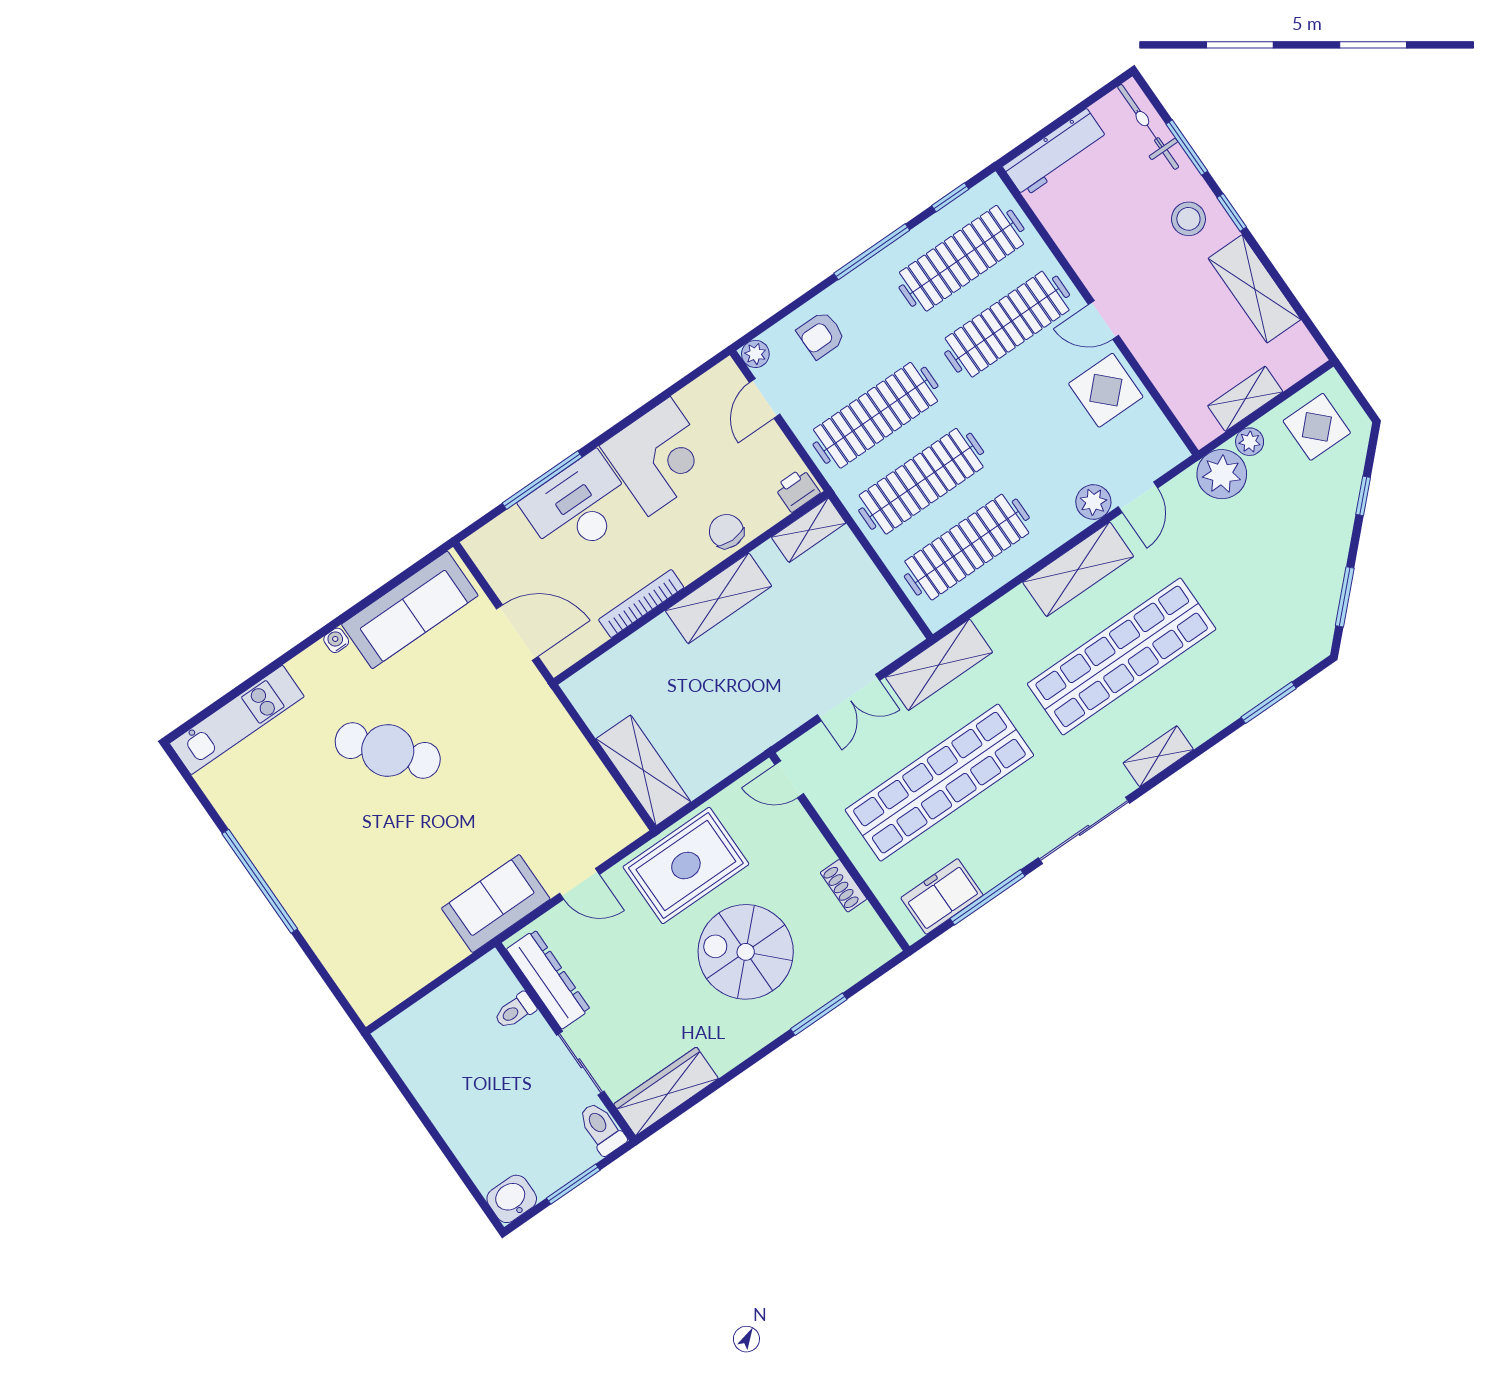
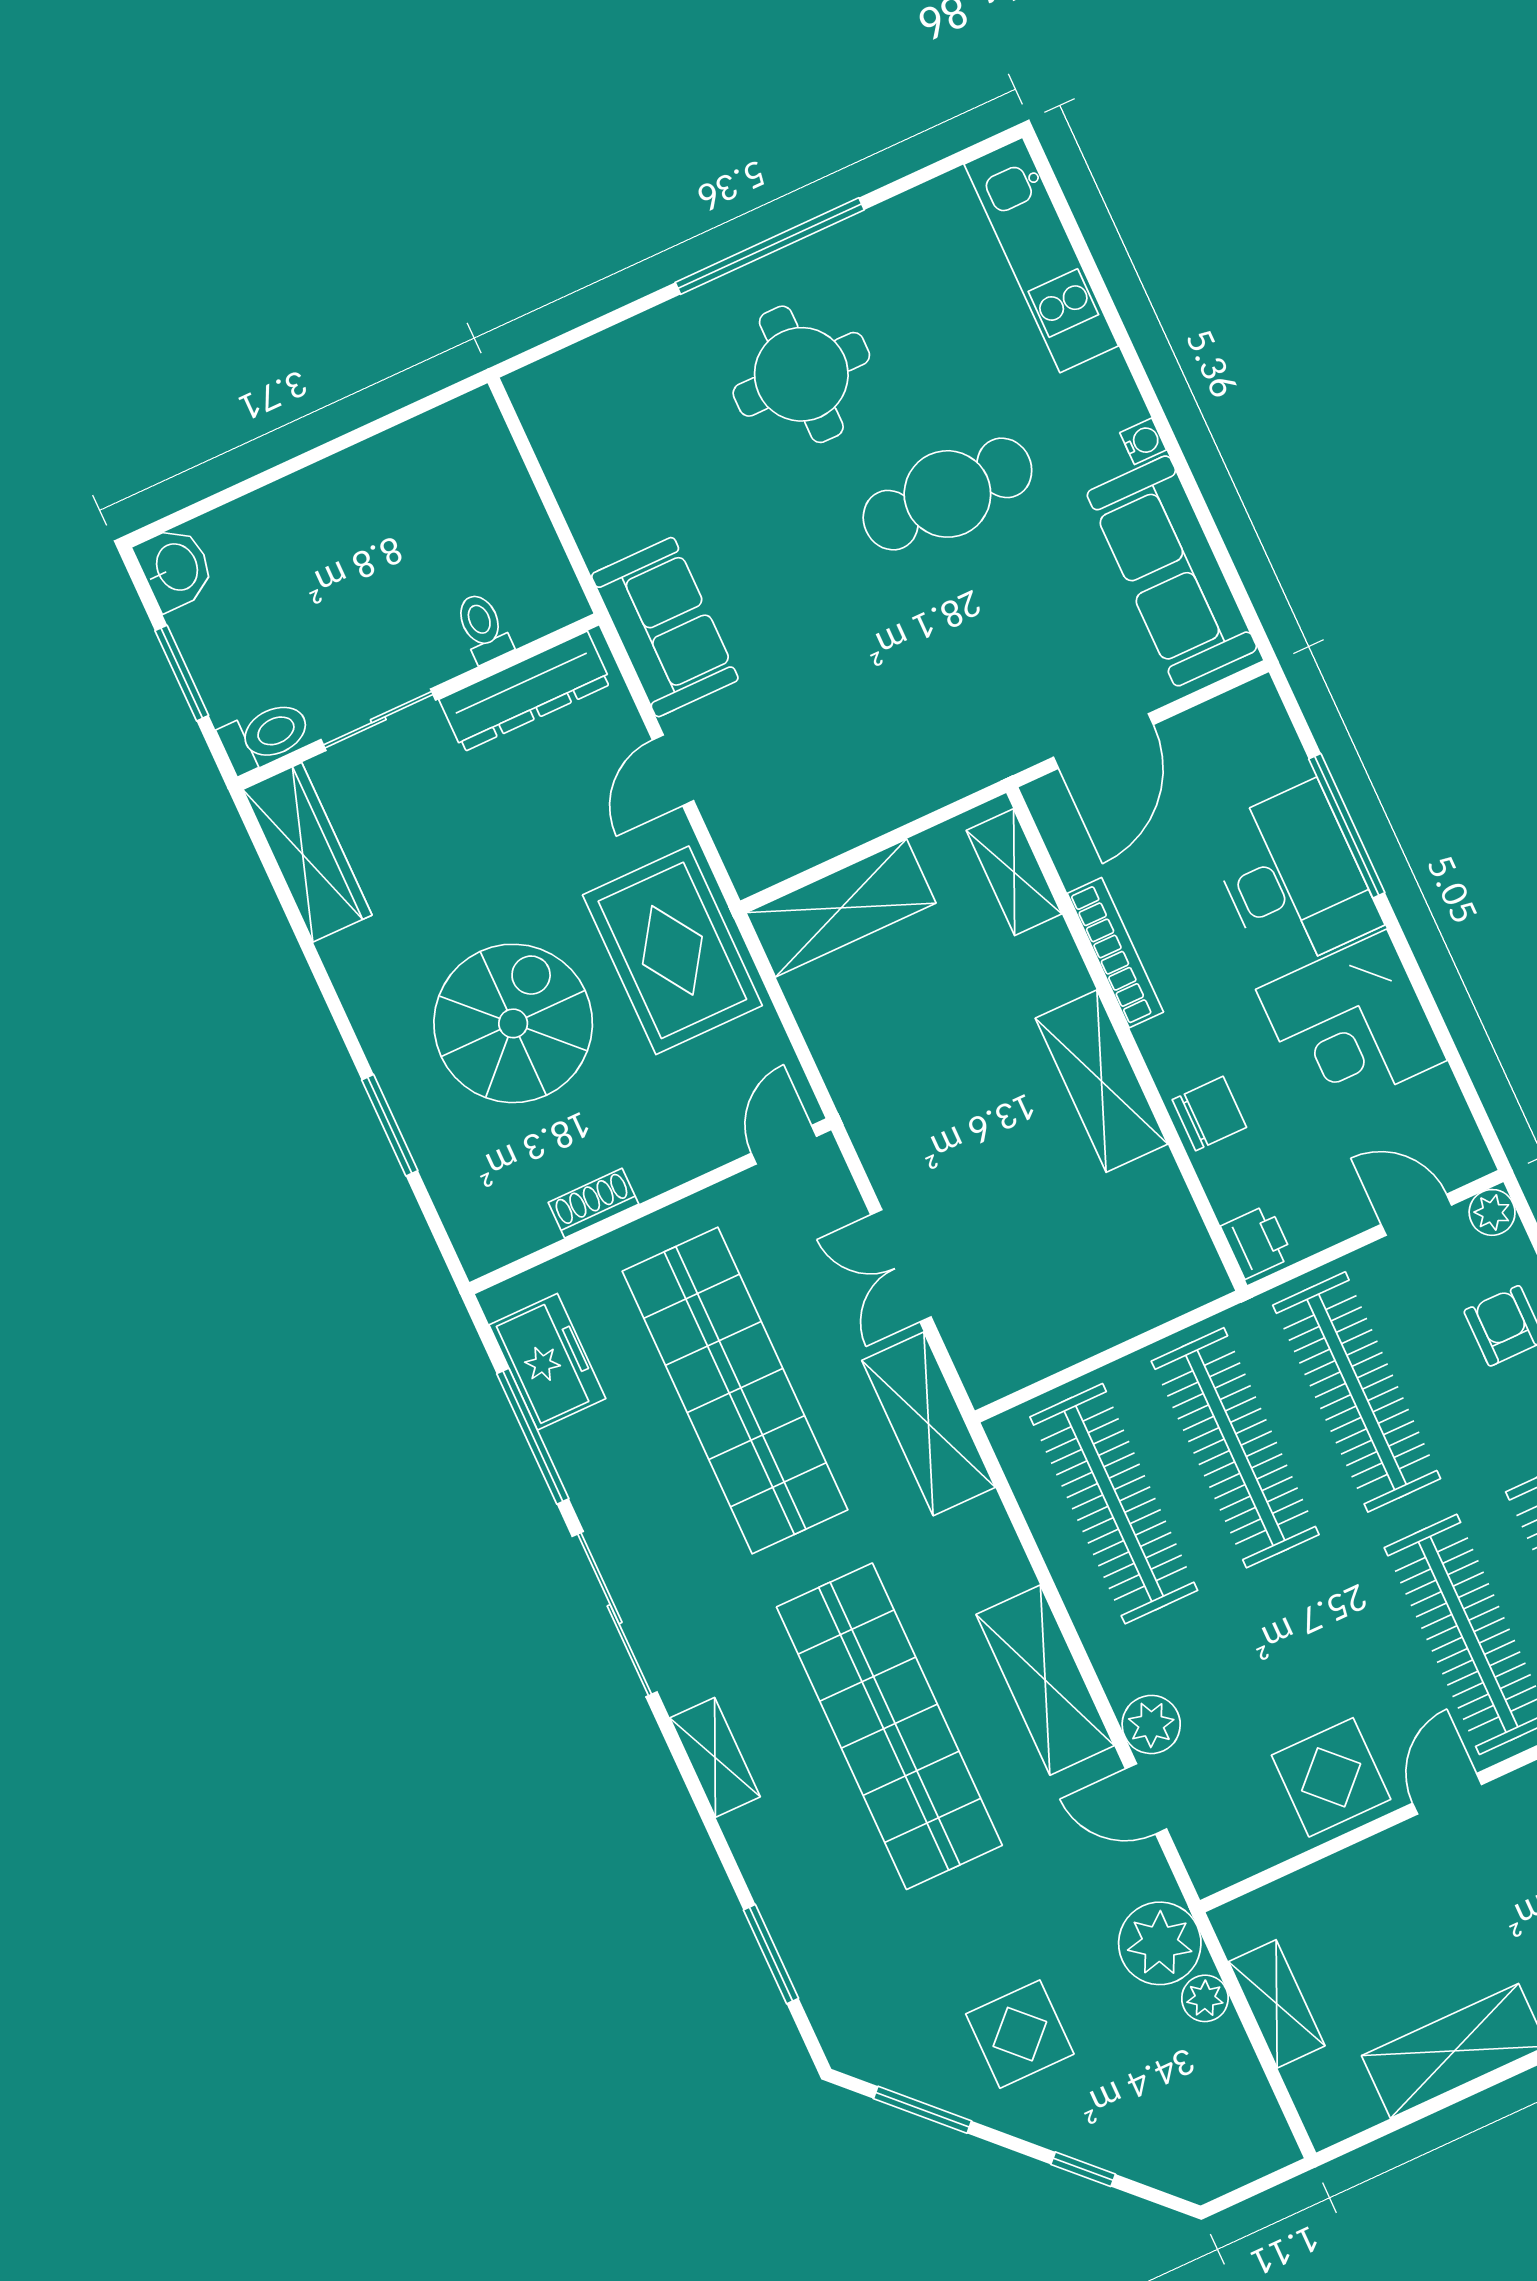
display table: (1317, 427) -> (1020, 2034), moved
shelving: (809, 530) -> (1014, 872), moved
cafe table: (388, 750) -> (947, 494), turned 40
round table: (332, 849) -> (801, 374), added

